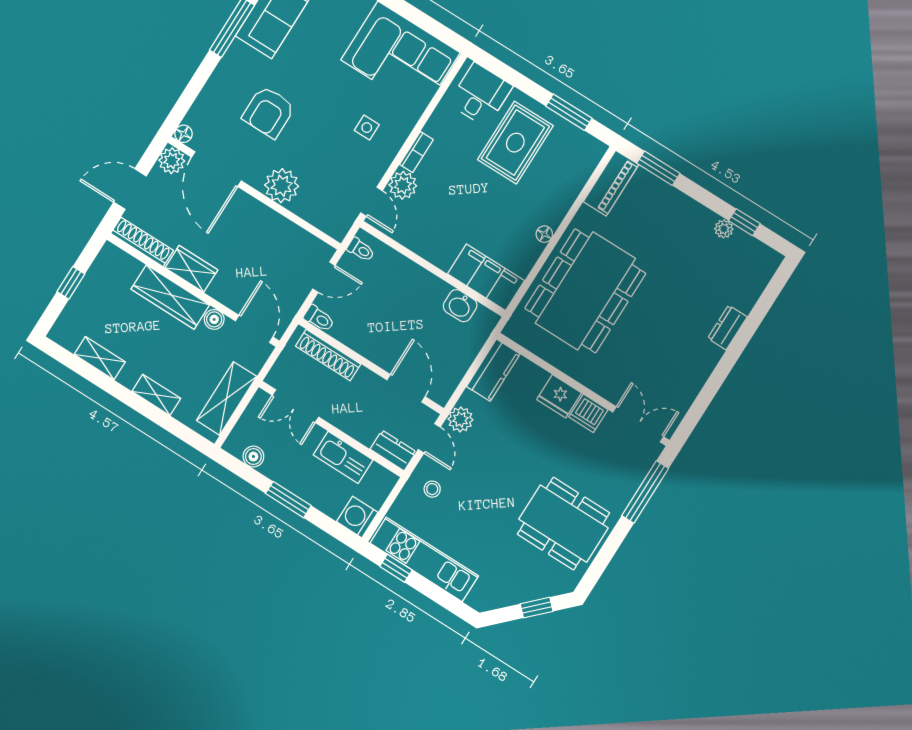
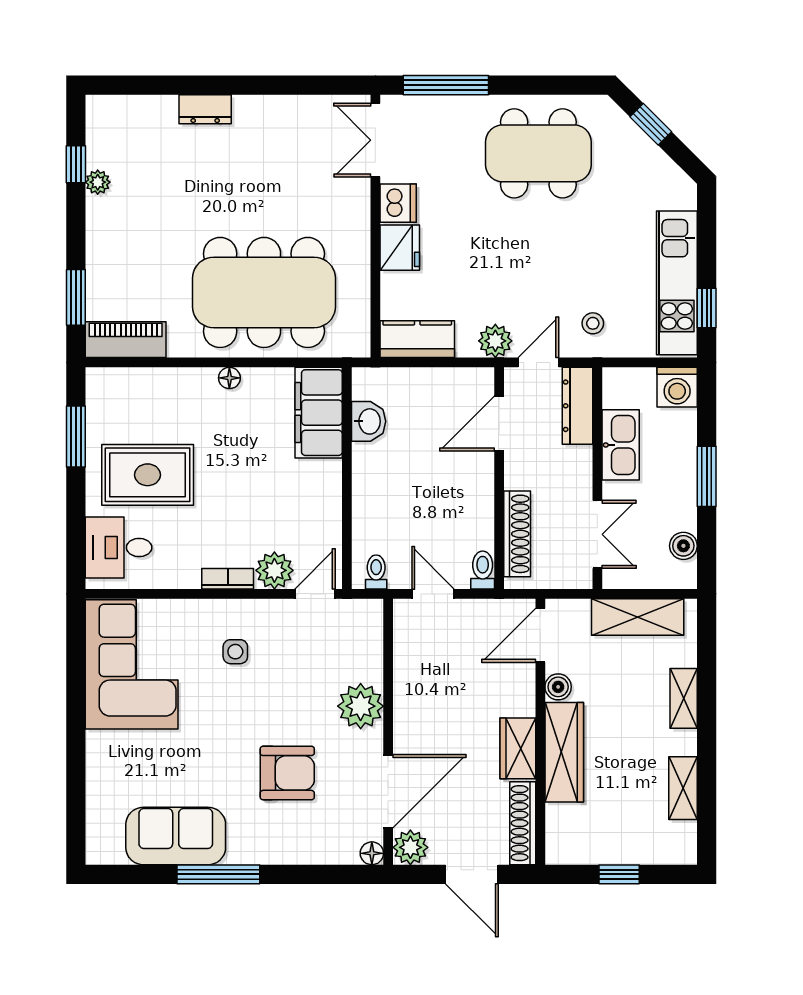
dresser: (393, 450) -> (577, 406), width x1.44
dining table: (563, 524) -> (538, 153), turned 90

